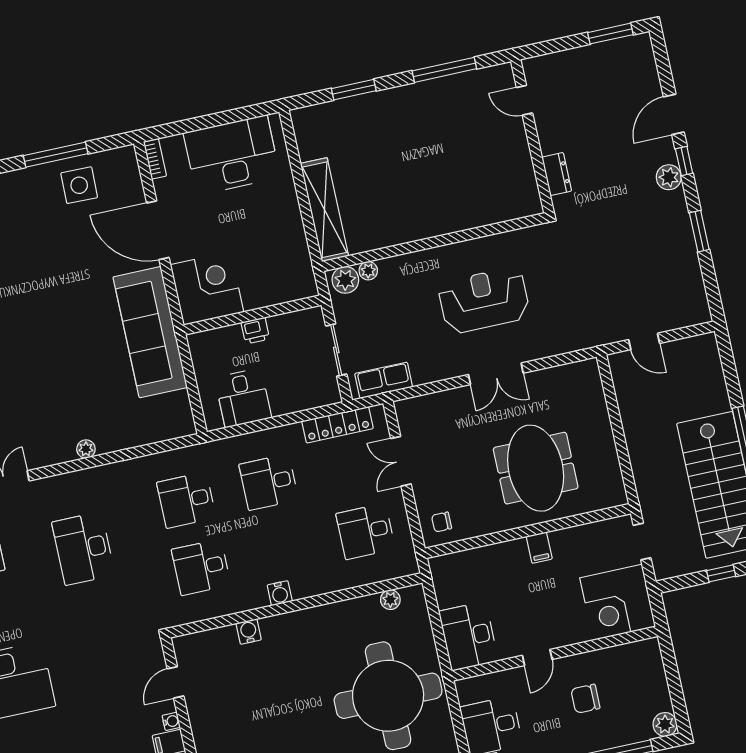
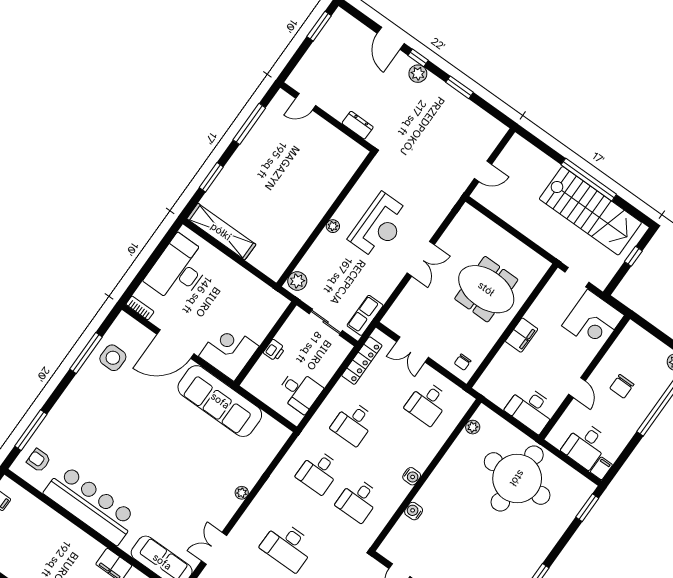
shelving: (324, 210) -> (221, 232), moved
plant: (368, 271) -> (333, 226), moved
reception desk: (484, 300) -> (379, 226), turned 180
filing cabinet: (539, 548) -> (522, 335), width x2.00

